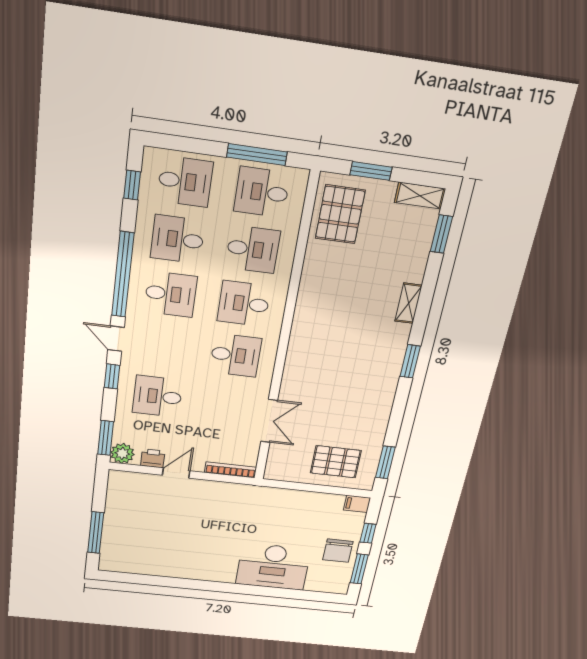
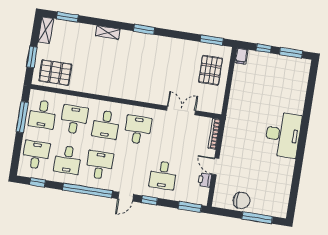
plant: (122, 453) -> (201, 198), removed
chair: (338, 551) -> (242, 200), moved
desk: (273, 567) -> (283, 135), moved

